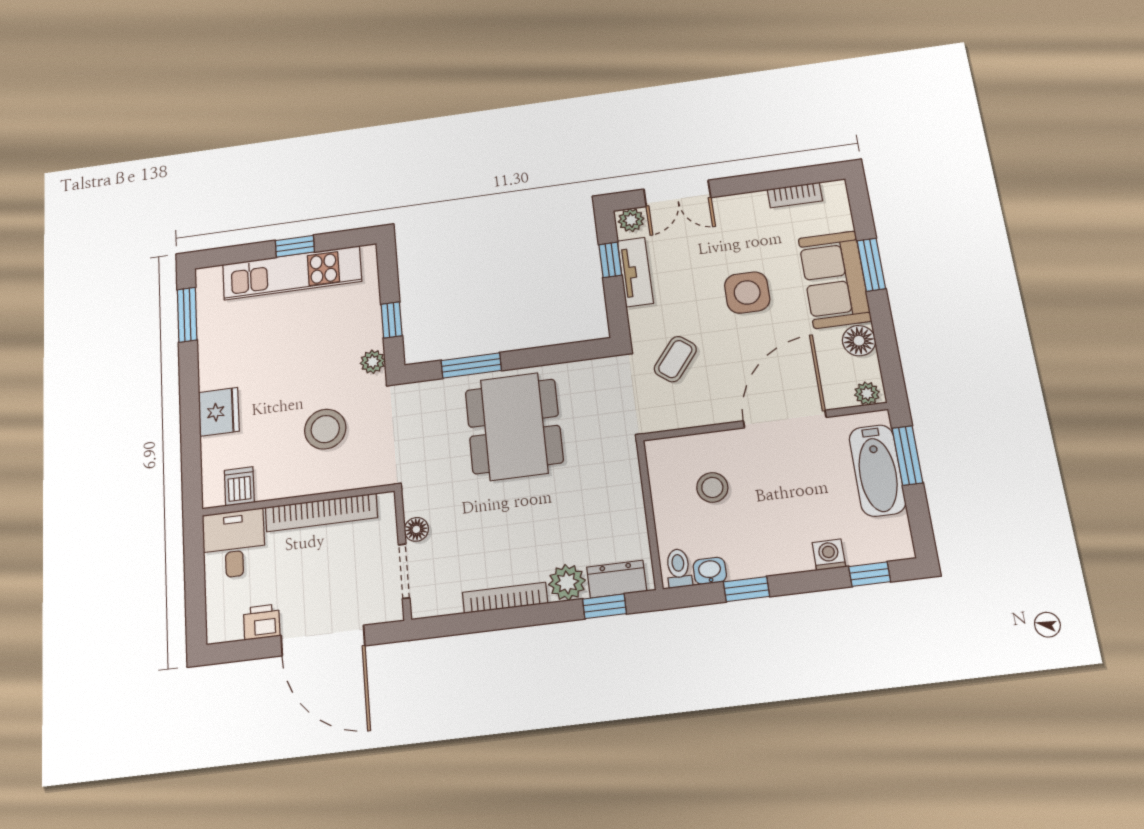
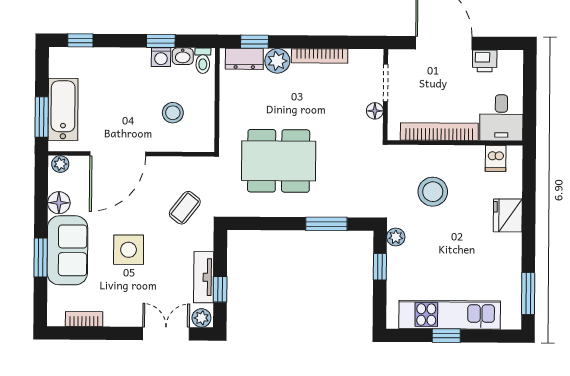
dining table: (514, 426) -> (279, 161), moved, turned 90
washing machine: (829, 555) -> (161, 57), moved

